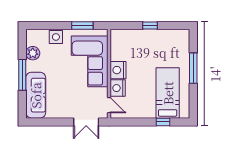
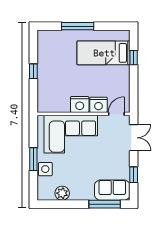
window: (82, 26) -> (33, 159), moved
window: (22, 75) -> (105, 204), moved
sofa: (36, 95) -> (112, 190), width x0.73
window: (50, 122) -> (134, 175), added

